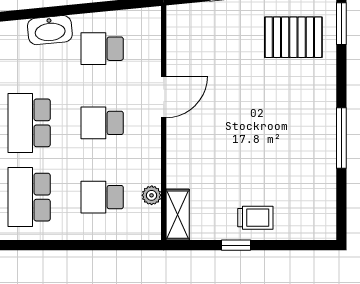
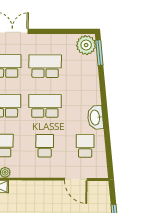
door: (164, 97) -> (76, 179), moved

